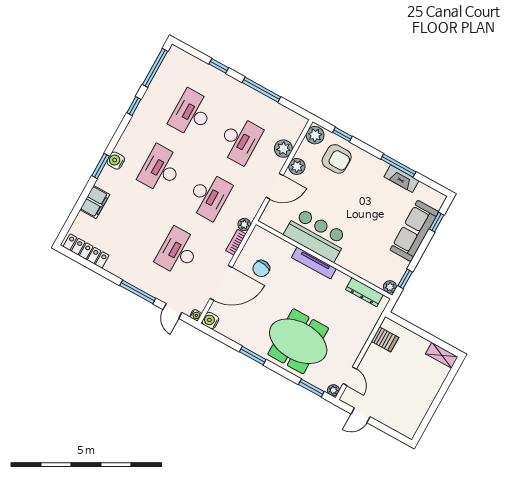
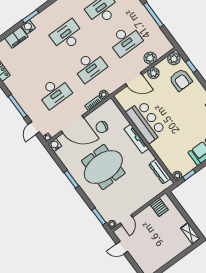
water cooler: (116, 161) -> (28, 27), moved
desk: (178, 252) -> (54, 92), turned 180
meeting table: (298, 341) -> (103, 167), moved, turned 90

